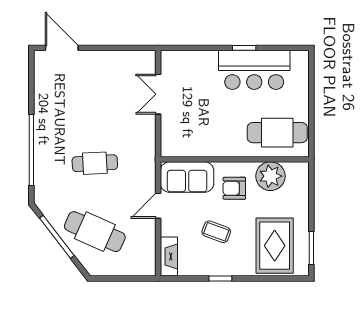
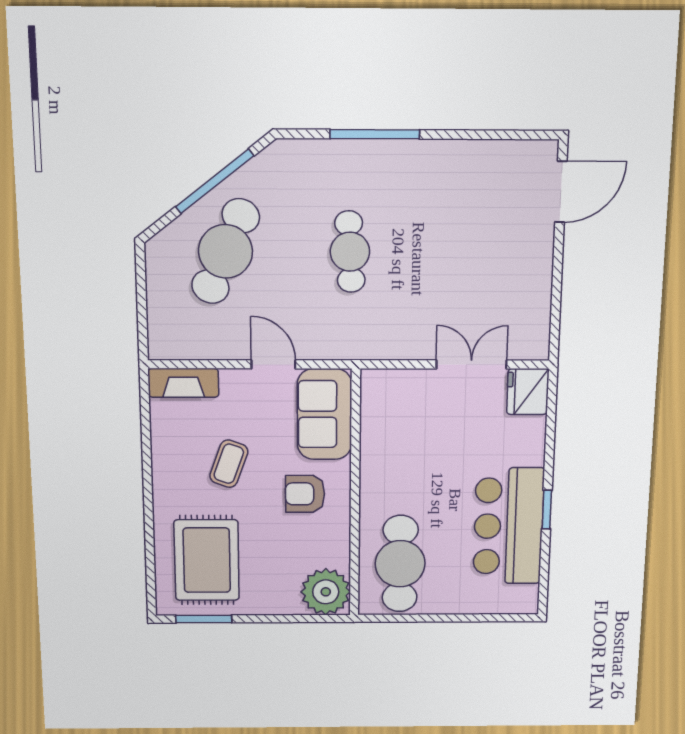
fridge: (174, 62) -> (528, 392), added
window: (31, 150) -> (375, 134), width x0.68
plant: (270, 176) -> (326, 592), moved
armchair: (234, 188) -> (305, 494), turned -90
rug: (275, 246) -> (207, 560), turned 90
window: (220, 278) -> (147, 471), removed

